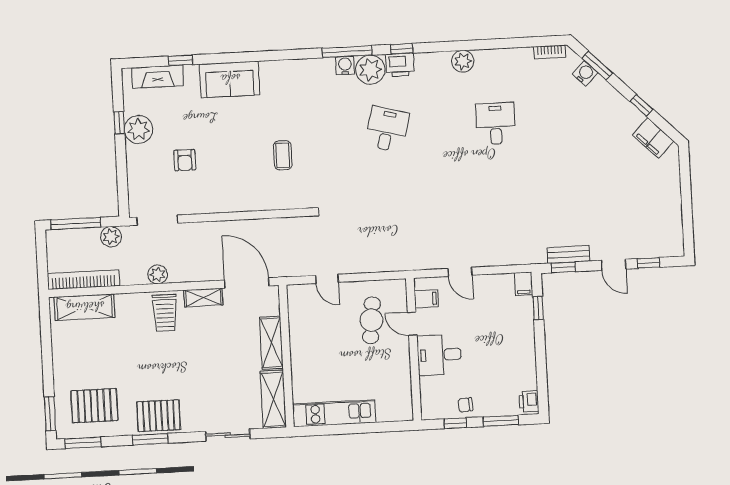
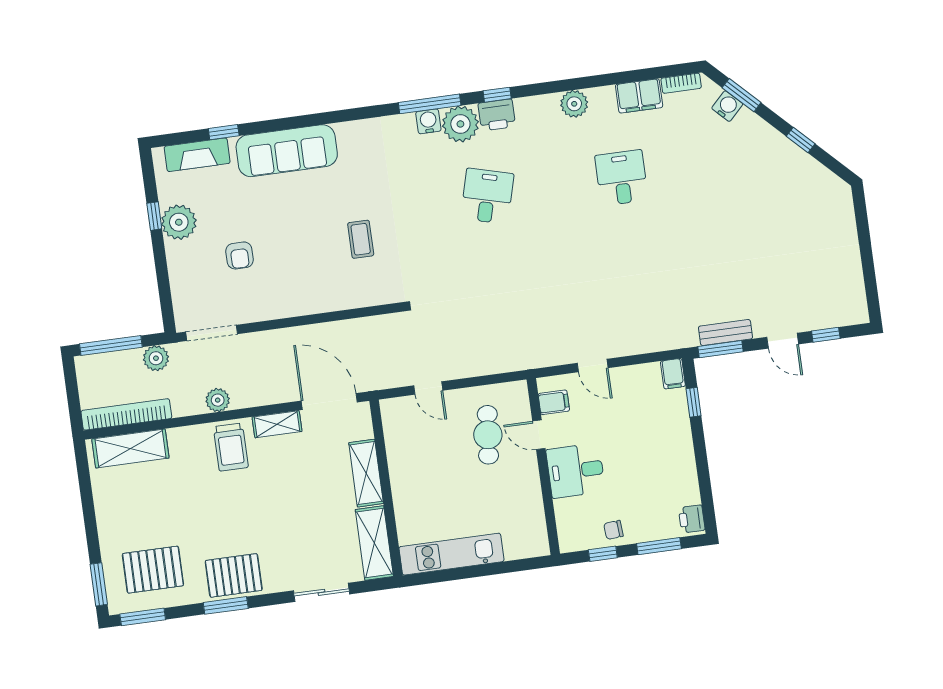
sofa: (230, 79) -> (287, 151), width x1.36
filing cabinet: (653, 138) -> (639, 96), moved, turned -45
window: (563, 267) -> (721, 349), width x1.50

